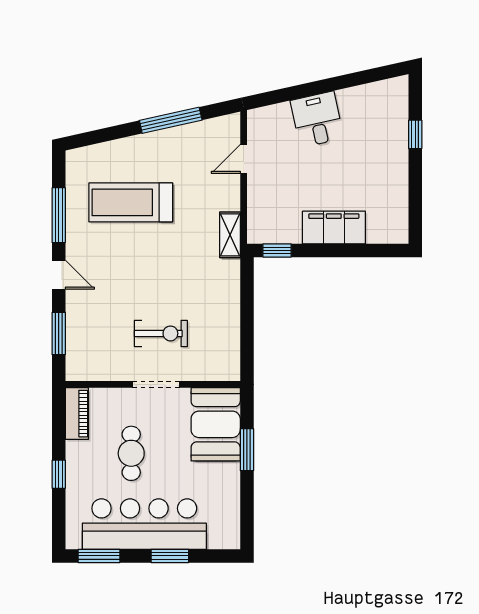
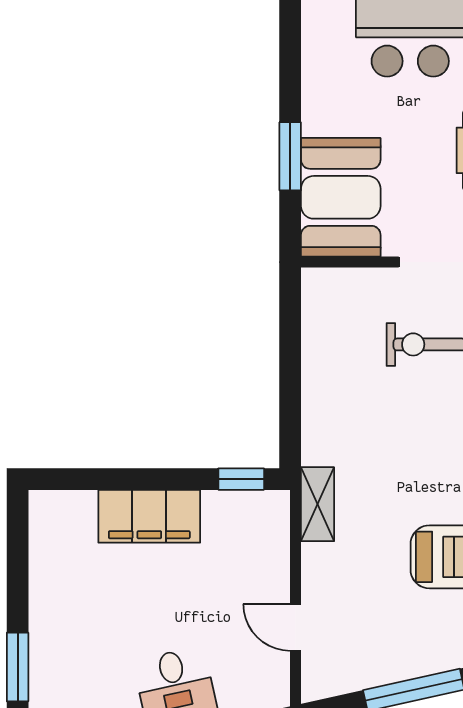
window: (415, 134) -> (18, 667), width x1.50
door: (244, 159) -> (296, 627), swing flipped

